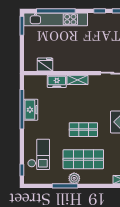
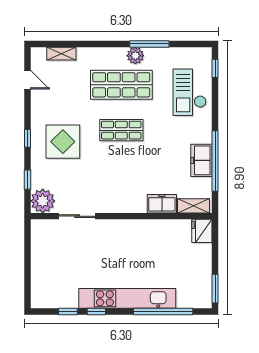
kitchen unit: (56, 19) -> (127, 298), moved
fridge: (45, 65) -> (202, 231), moved, turned 90
shelving: (77, 80) -> (193, 206), moved

